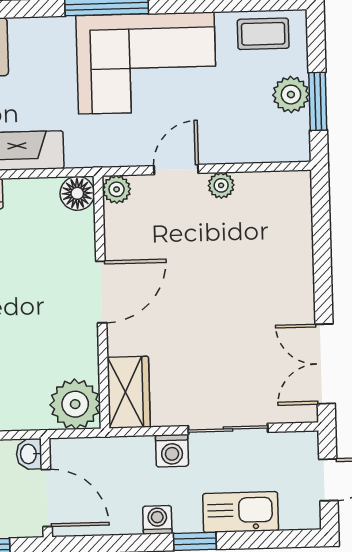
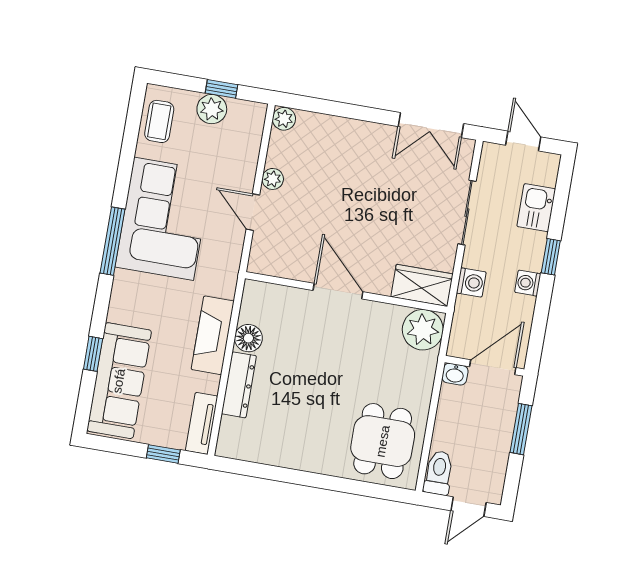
window: (318, 101) -> (222, 89), width x0.67
plant: (117, 189) -> (284, 119), moved
floor lamp: (77, 193) -> (248, 338), moved
washing machine: (172, 451) -> (471, 282), moved
kitchen sink: (241, 512) -> (536, 208), width x0.73

